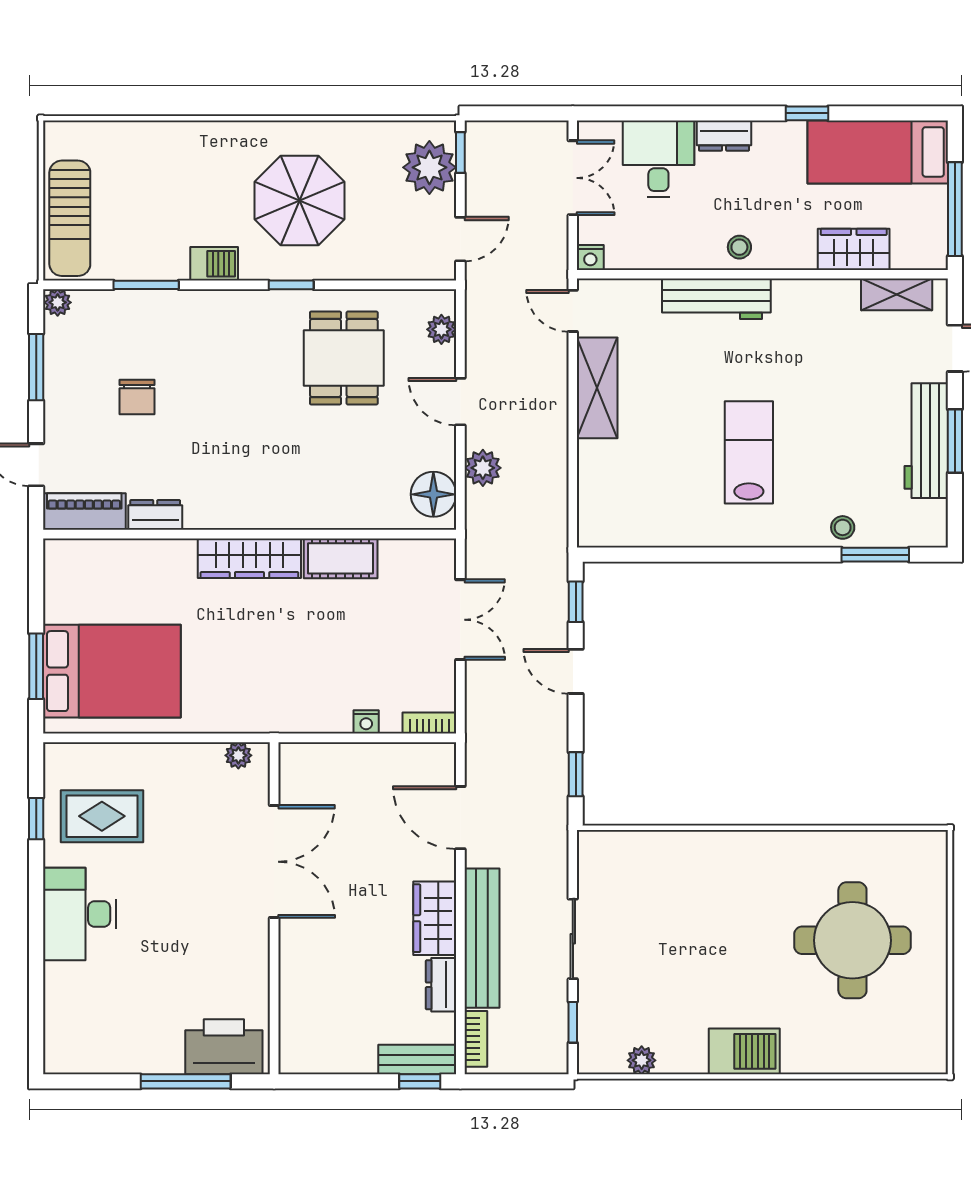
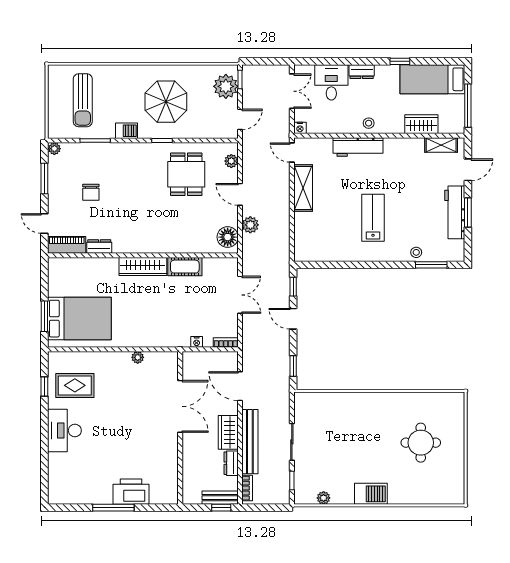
sun lounger: (70, 218) -> (83, 100), moved
double door: (274, 862) -> (180, 406), moved
wall: (274, 908) -> (180, 428), moved
round table: (852, 940) -> (421, 443), width x0.73, depth x0.73

